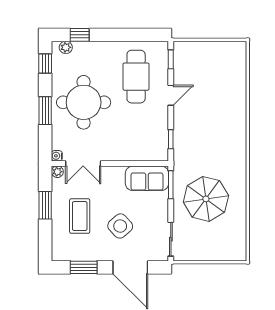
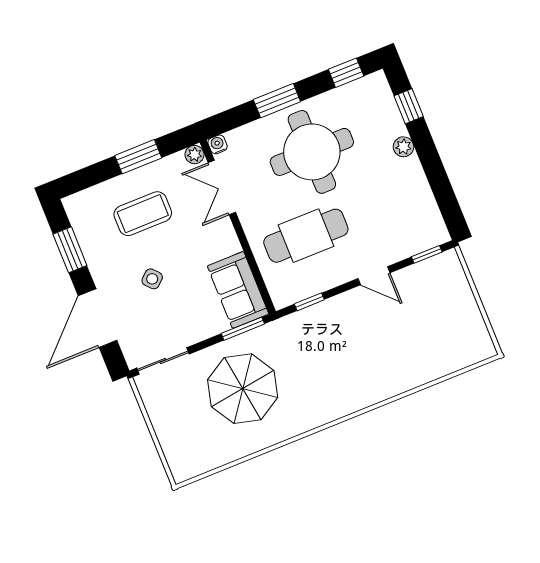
plant: (66, 47) -> (403, 147), moved
cafe table: (136, 77) -> (306, 236), moved
side table: (120, 226) -> (152, 279), width x0.54, depth x0.54

